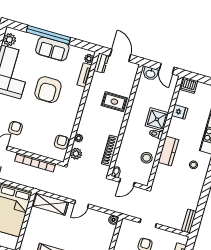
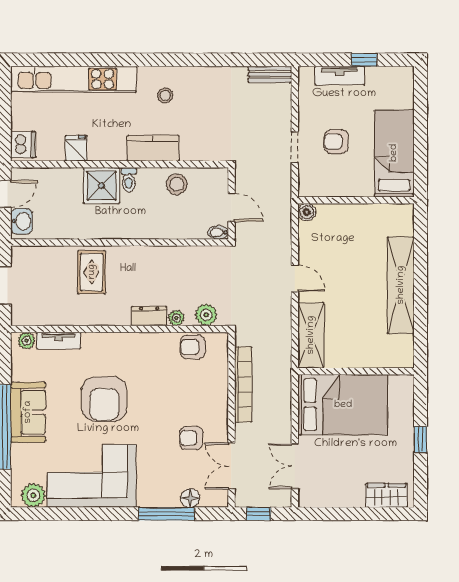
dresser: (101, 63) -> (149, 316), moved
armchair: (48, 90) -> (104, 399), turned 90
shoe rack: (110, 151) -> (183, 254), removed

